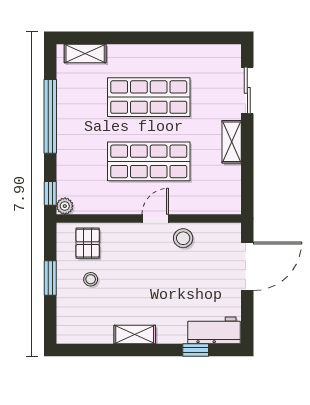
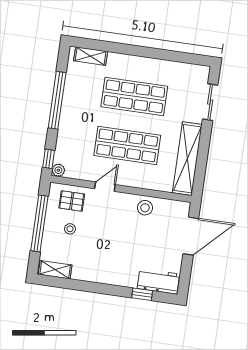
shelving: (232, 142) -> (187, 159), width x2.20, depth x1.33
door: (155, 219) -> (105, 187), moved
pallet: (88, 243) -> (72, 201), turned 90
window: (50, 278) -> (39, 223), width x2.11
shelving: (135, 335) -> (55, 270), moved

